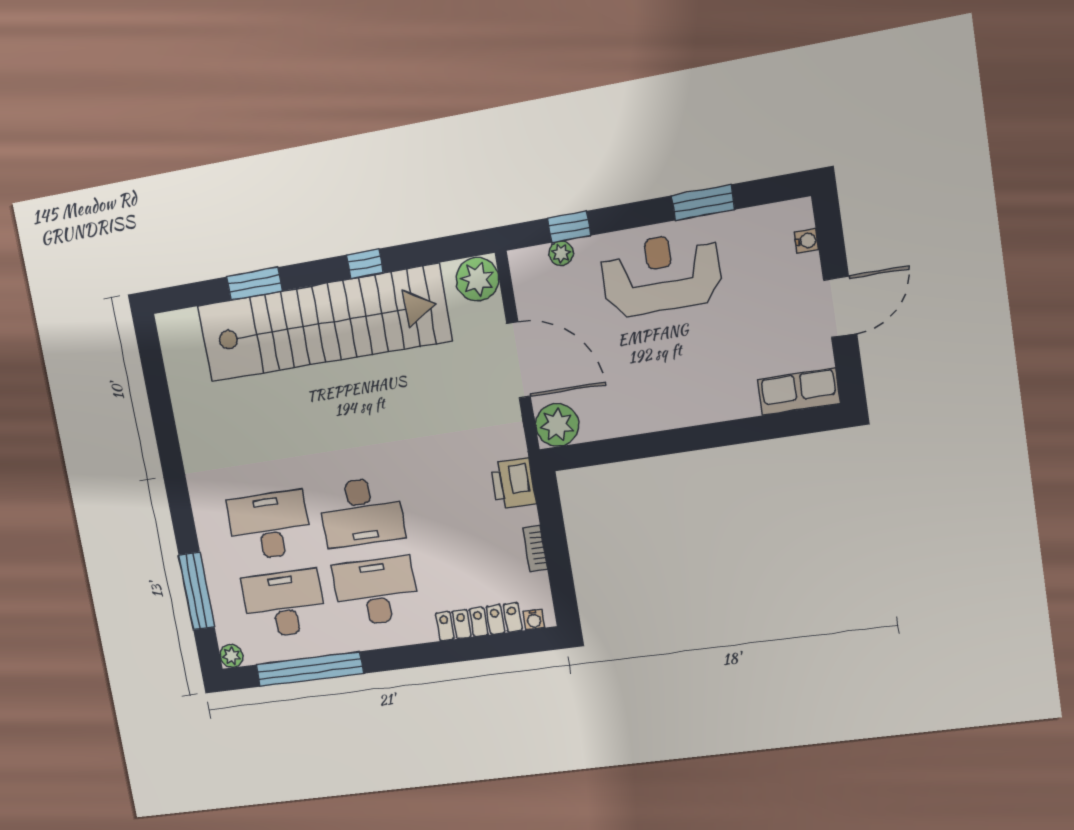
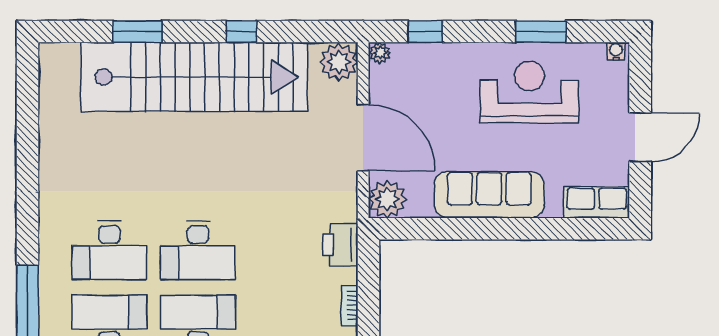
water cooler: (806, 241) -> (616, 51), moved, turned -90
plant: (561, 253) -> (380, 53), moved
reception desk: (661, 274) -> (529, 92), moved
sofa: (672, 402) -> (489, 195), added
desk: (269, 525) -> (109, 250), turned 180

